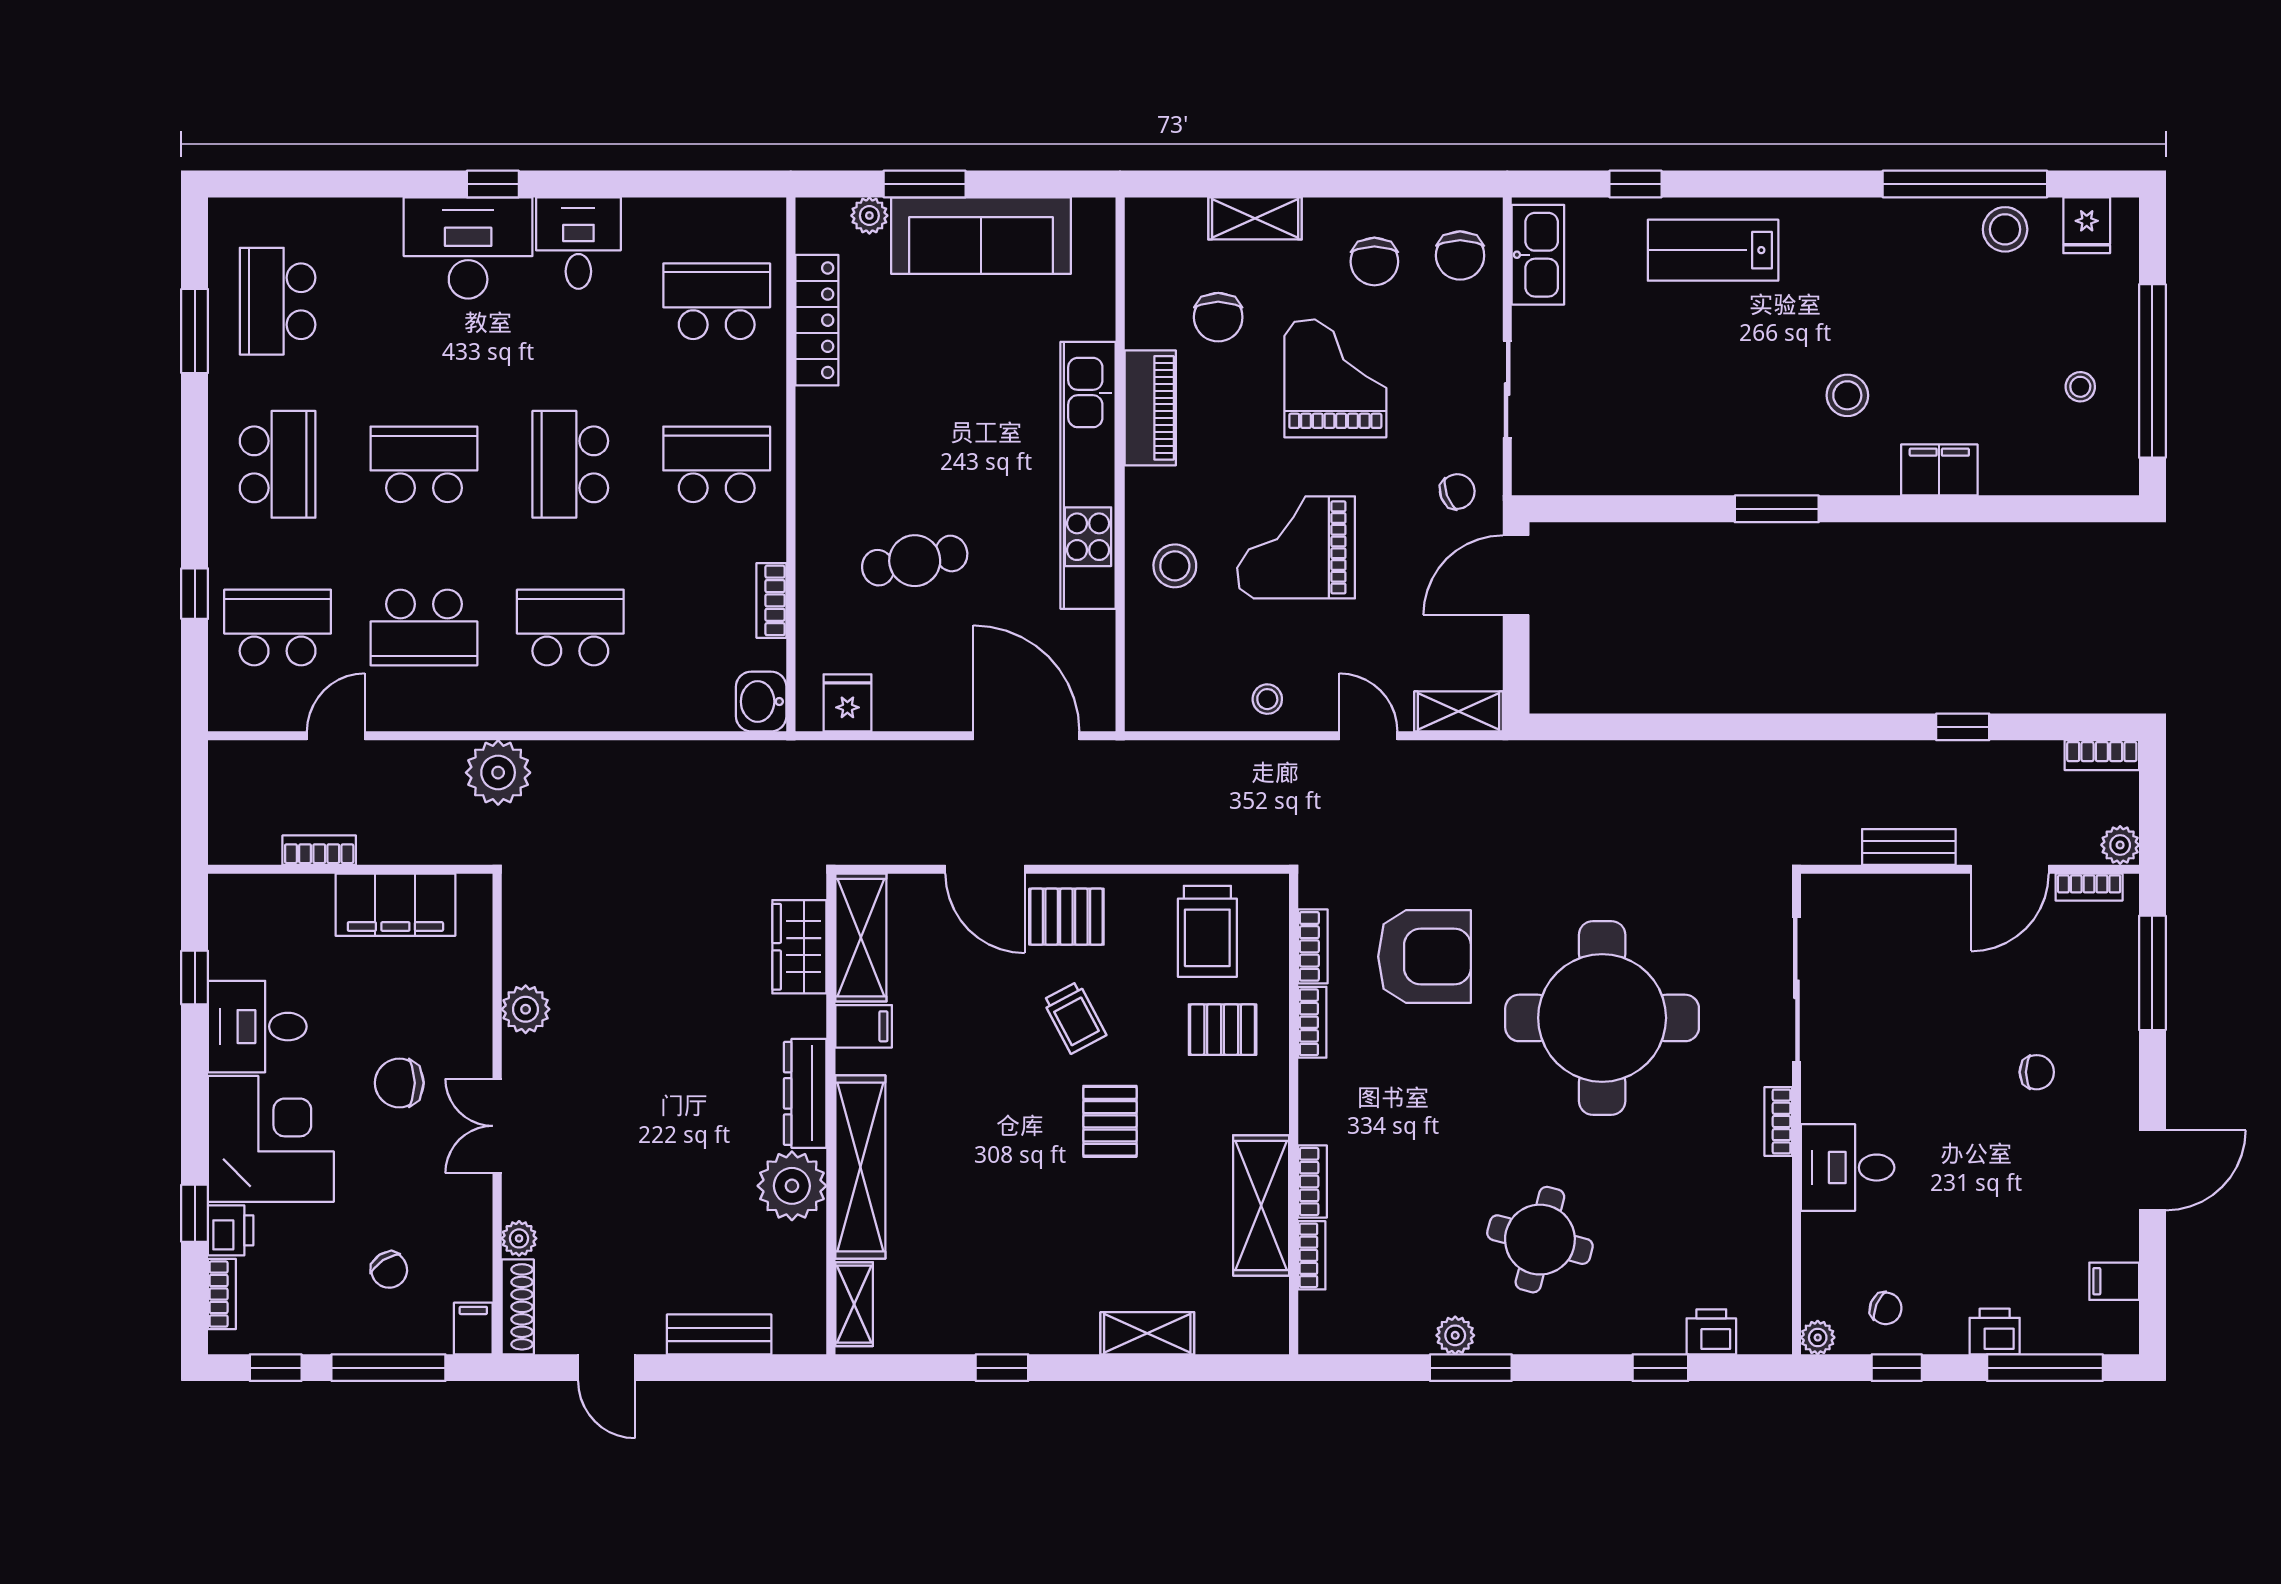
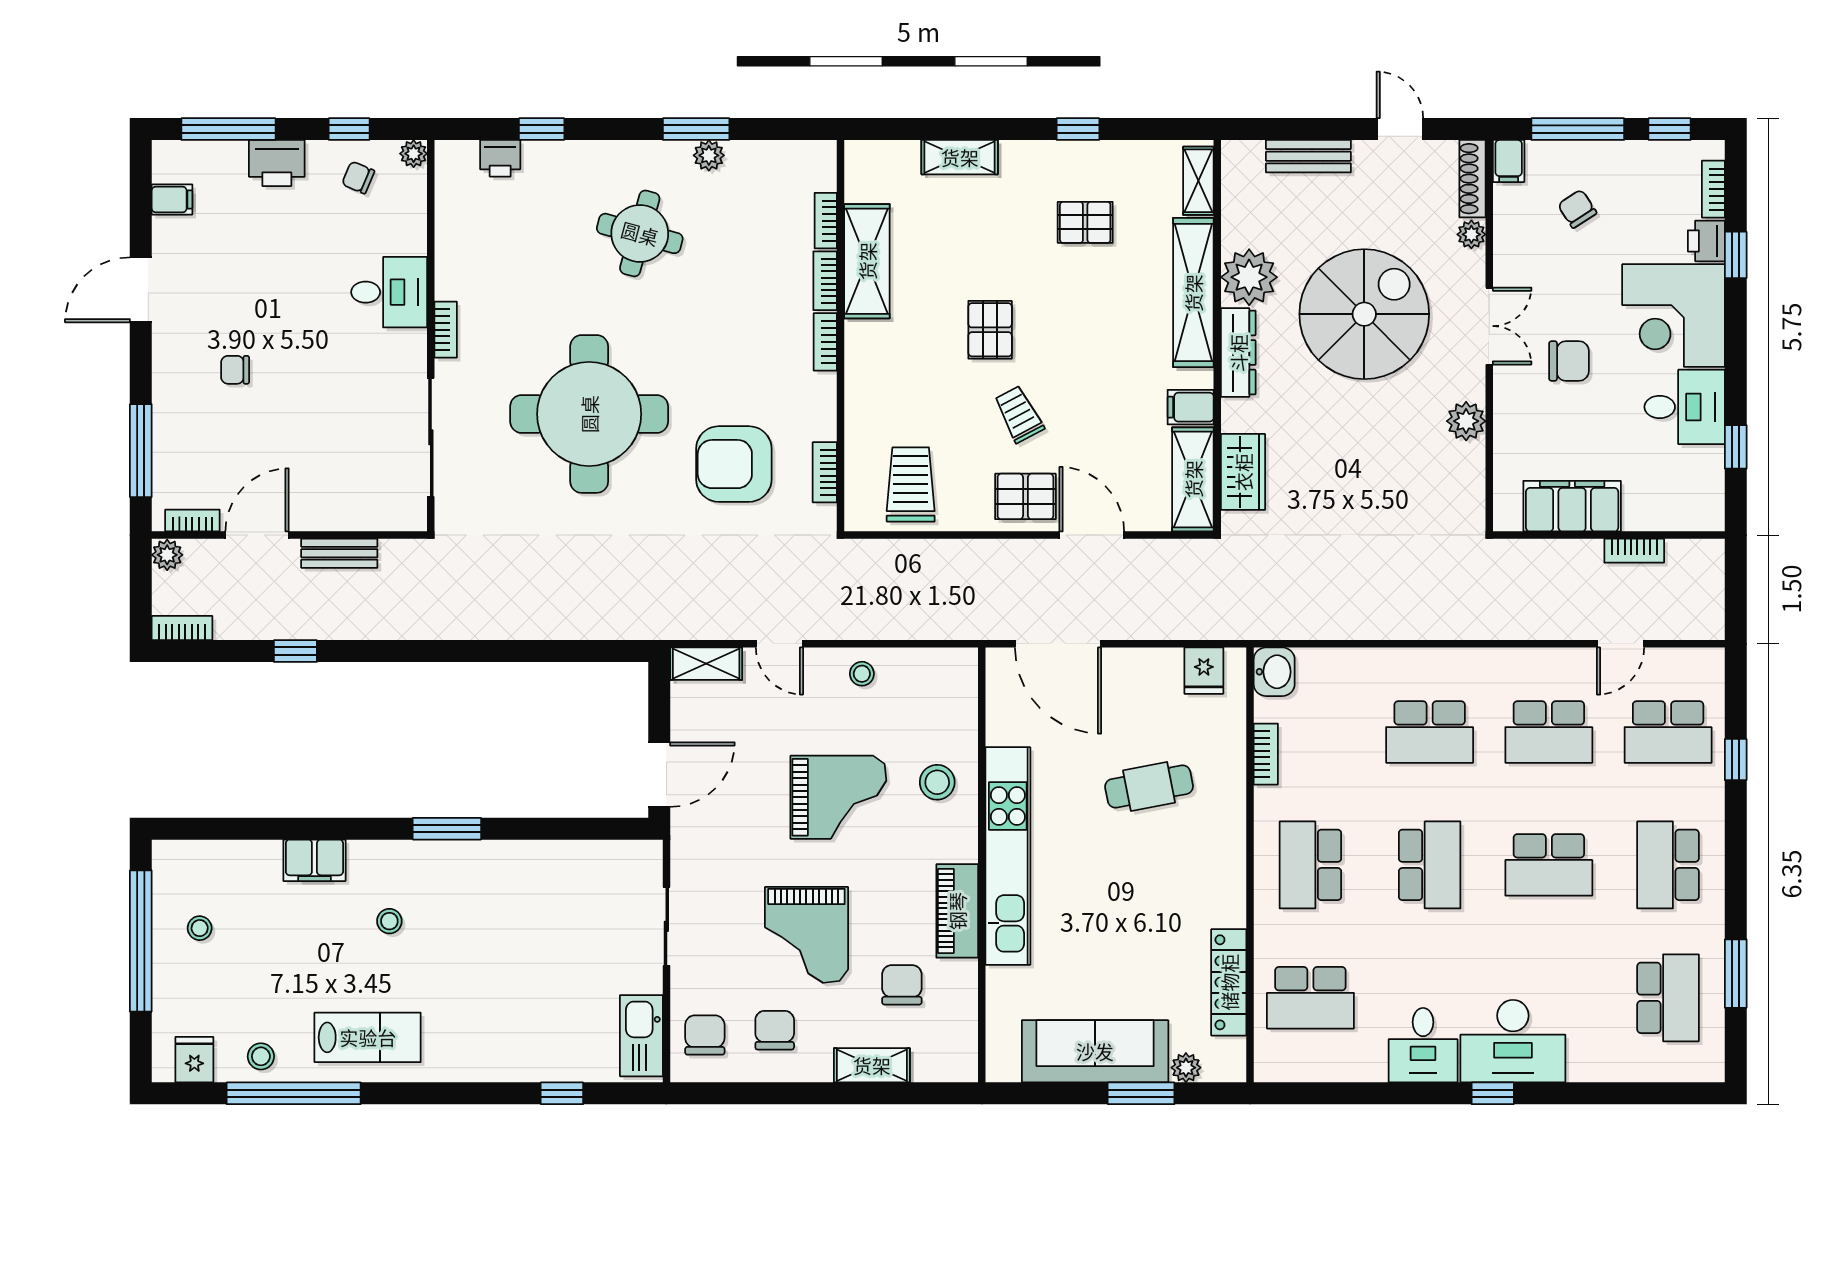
stool: (2005, 229) -> (261, 1056), width x0.73, depth x0.73
lab bench: (1713, 250) -> (368, 1037), moved
stool: (1847, 395) -> (389, 921), width x0.73, depth x0.73
school desk: (717, 464) -> (1310, 865), turned 90
chair: (1457, 492) -> (707, 843), removed
school desk: (424, 627) -> (1549, 732), turned 180
plant: (498, 773) -> (1488, 614), removed
bookcase: (1312, 1022) -> (825, 342), moved
pallet: (1223, 1030) -> (1085, 222), moved
spiral stairs: (651, 1141) -> (1364, 314), added
printer: (1995, 1331) -> (277, 163), width x1.36, depth x1.24

